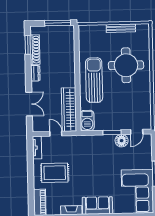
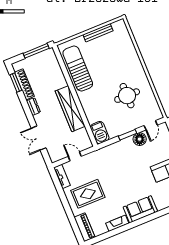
round table: (126, 65) -> (127, 96), moved, width x0.73, depth x0.73
sun lounger: (94, 80) -> (78, 68), moved
double door: (29, 104) -> (39, 138), swing flipped
wardrobe: (69, 110) -> (70, 109), moved

